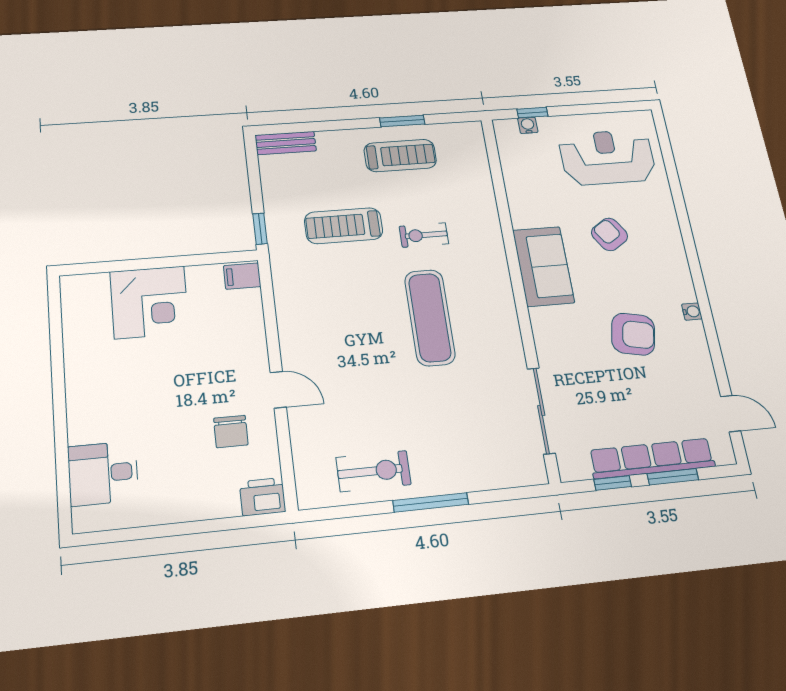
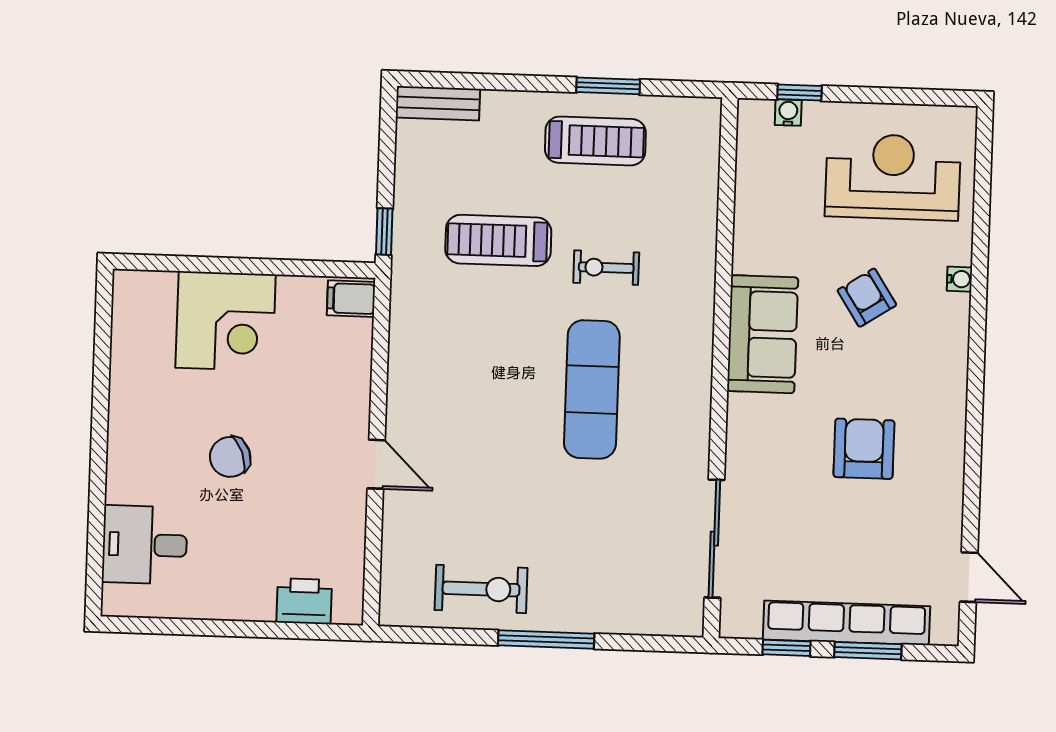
water cooler: (692, 312) -> (959, 279), moved
armchair: (633, 334) -> (864, 449), turned -102
chair: (231, 432) -> (230, 457), moved, turned 69
printer: (263, 497) -> (304, 601), moved

